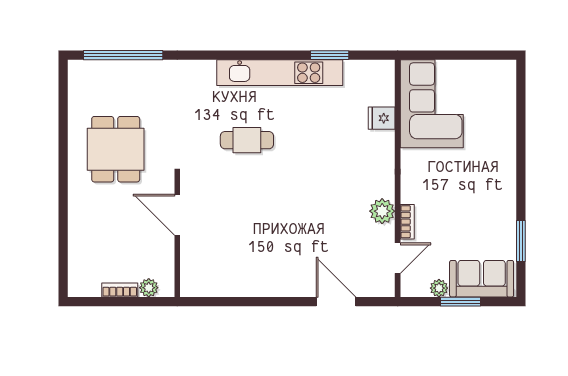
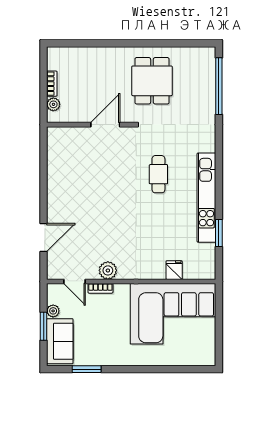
corner sofa: (432, 104) -> (173, 314), width x1.36, depth x1.36
dining table: (116, 149) -> (152, 81), turned 90

